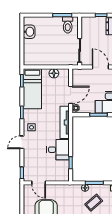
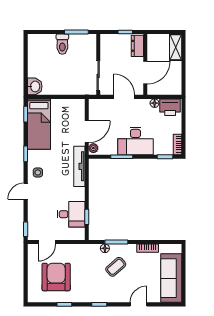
toilet: (68, 25) -> (62, 44), moved
washbasin: (29, 32) -> (35, 86), moved
floor lamp: (54, 73) -> (66, 105), removed
desk: (58, 150) -> (71, 214), moved
door: (39, 183) -> (47, 242), hinge flipped

